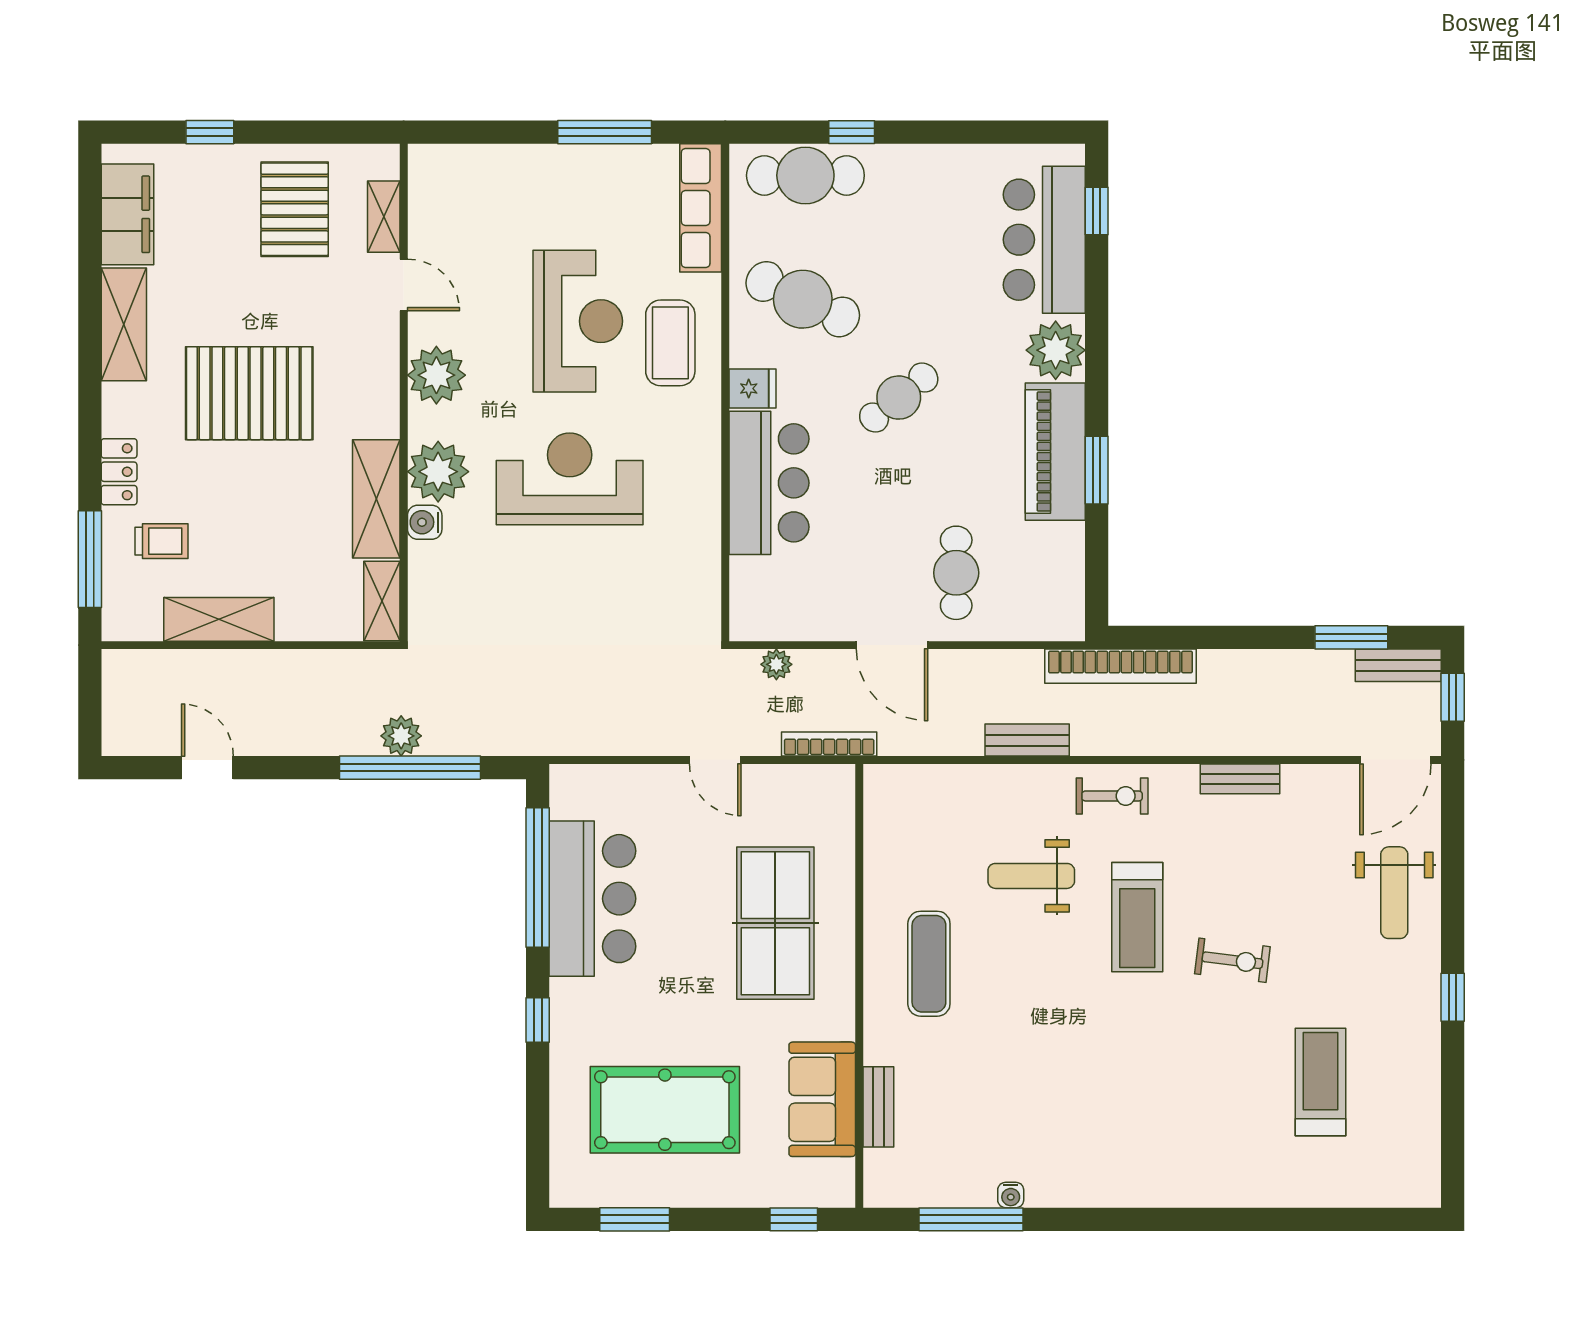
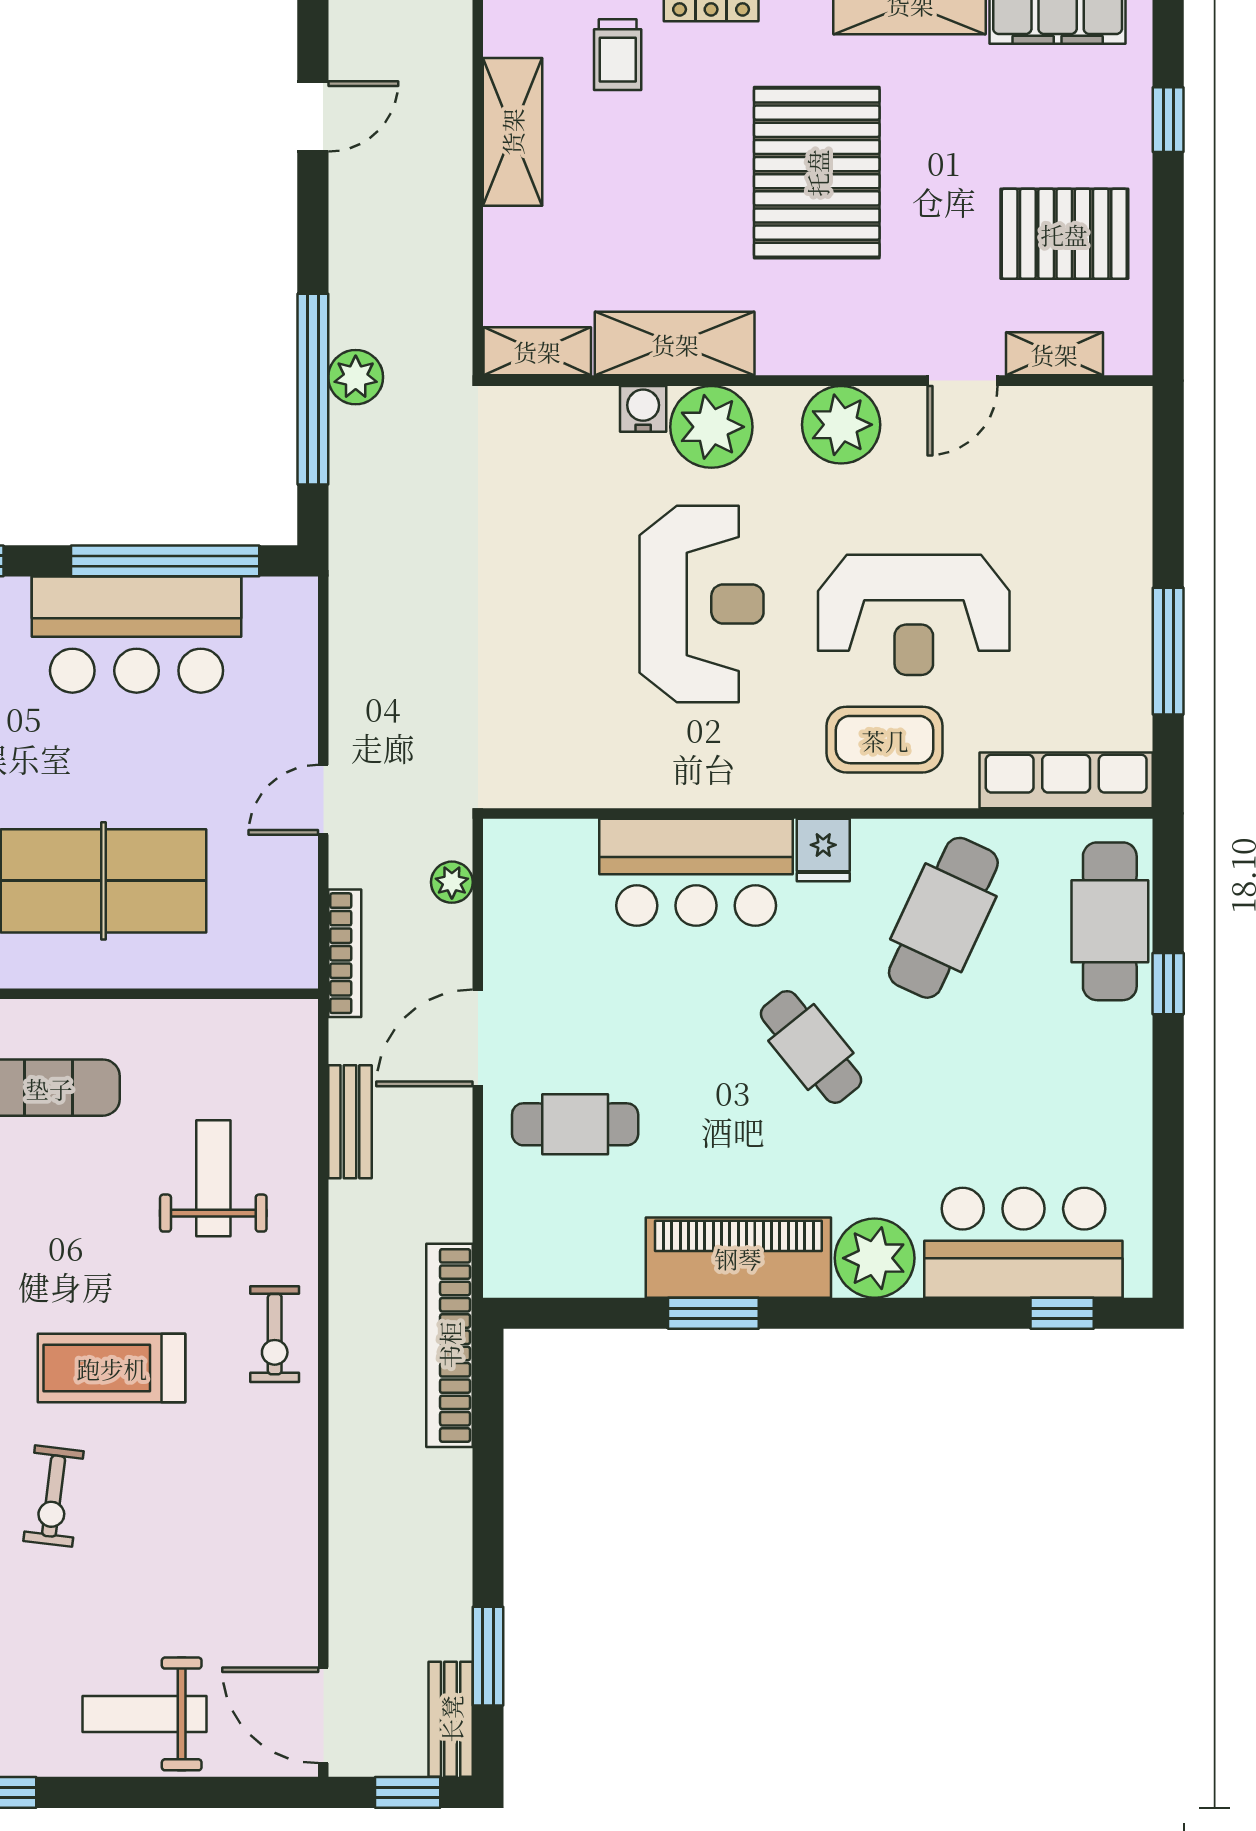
bench: (1027, 740) -> (350, 1122), moved
bench: (1240, 779) -> (298, 1506), removed
weight bench: (1031, 876) -> (213, 1178), moved

